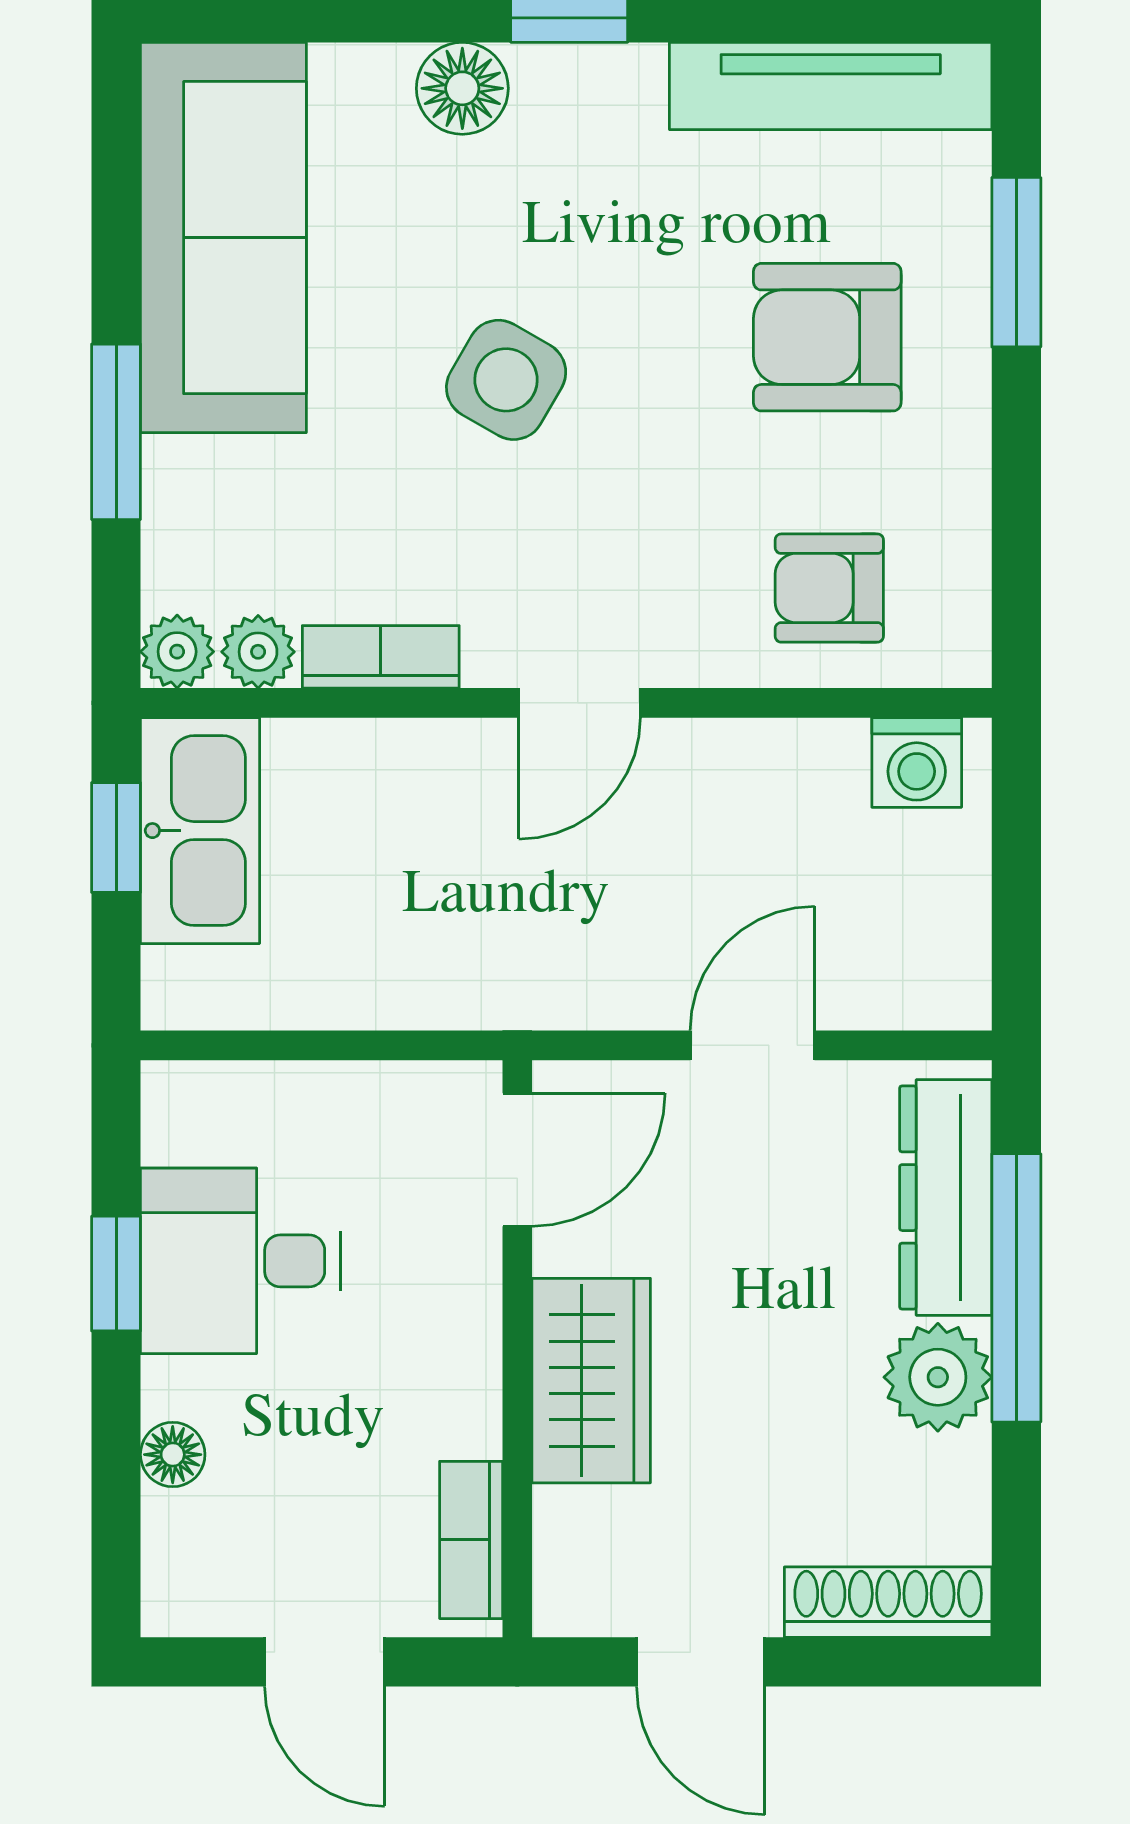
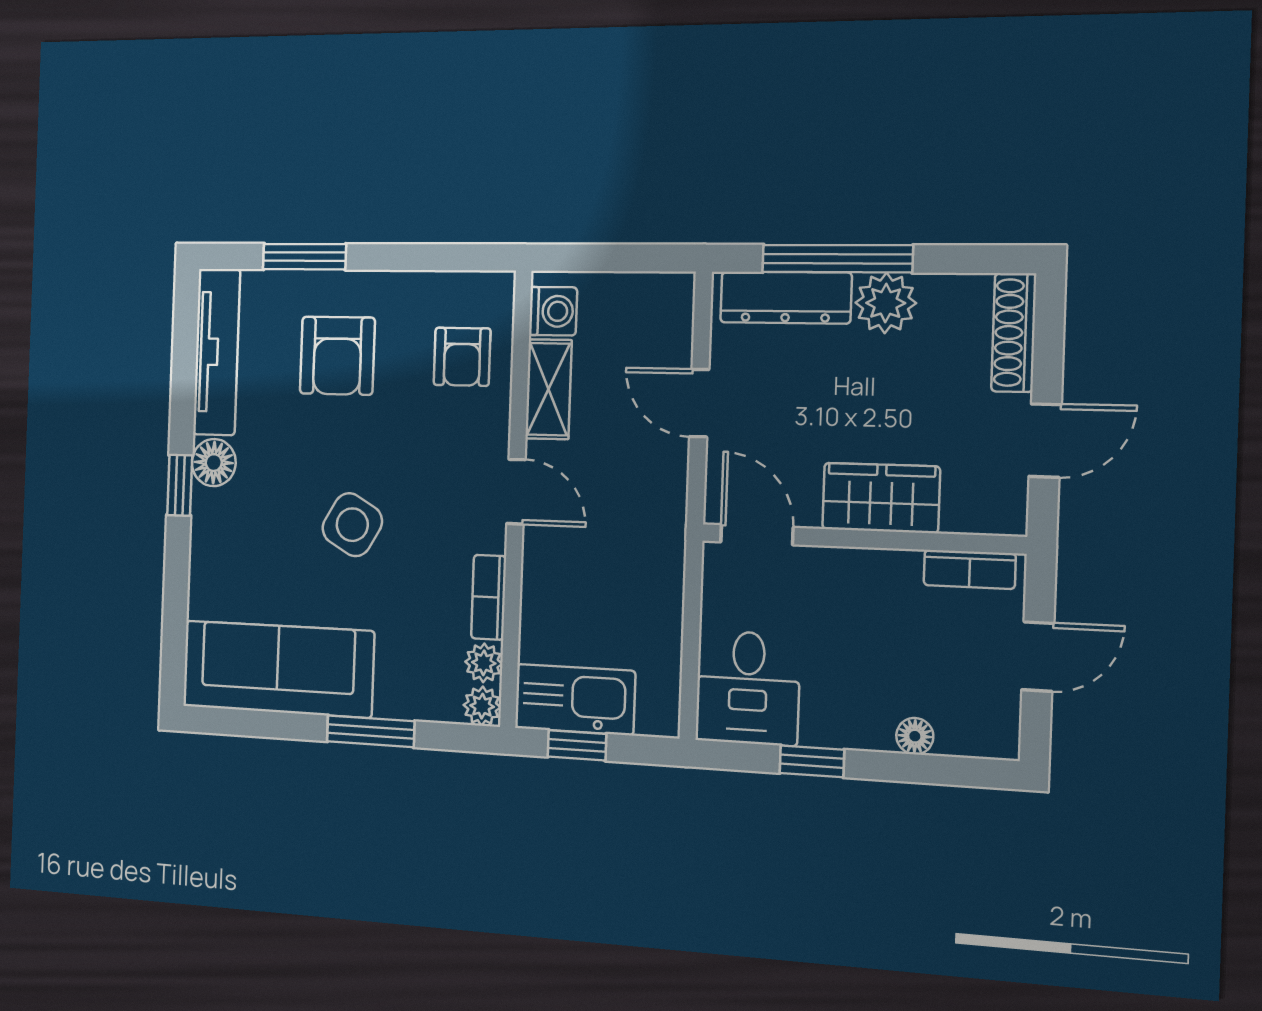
floor lamp: (462, 88) -> (214, 463), moved
shelving: (772, 759) -> (549, 389), added
desk: (241, 1261) -> (748, 688), moved

